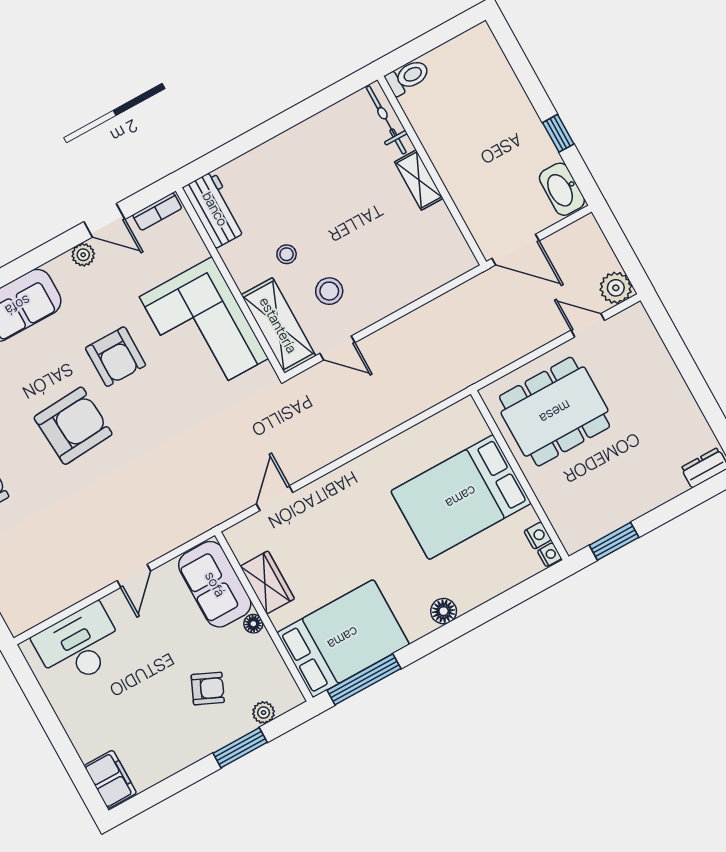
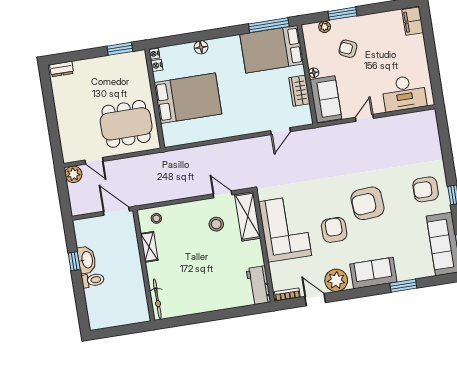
toilet: (408, 77) -> (93, 280), moved, turned 180
shelving: (419, 180) -> (149, 247), moved
washbasin: (562, 189) -> (87, 260), moved
stool: (287, 254) -> (156, 218), moved
plant: (83, 255) -> (336, 280), width x1.87, depth x1.87
floor lamp: (444, 611) -> (201, 47), moved

